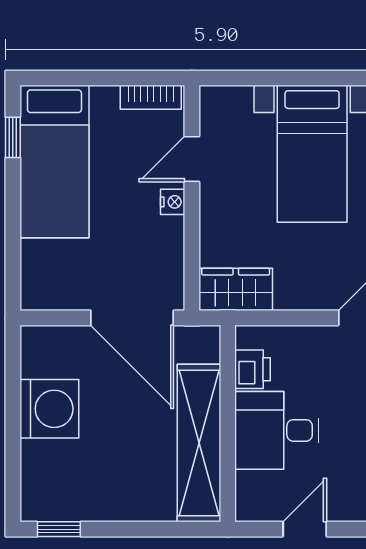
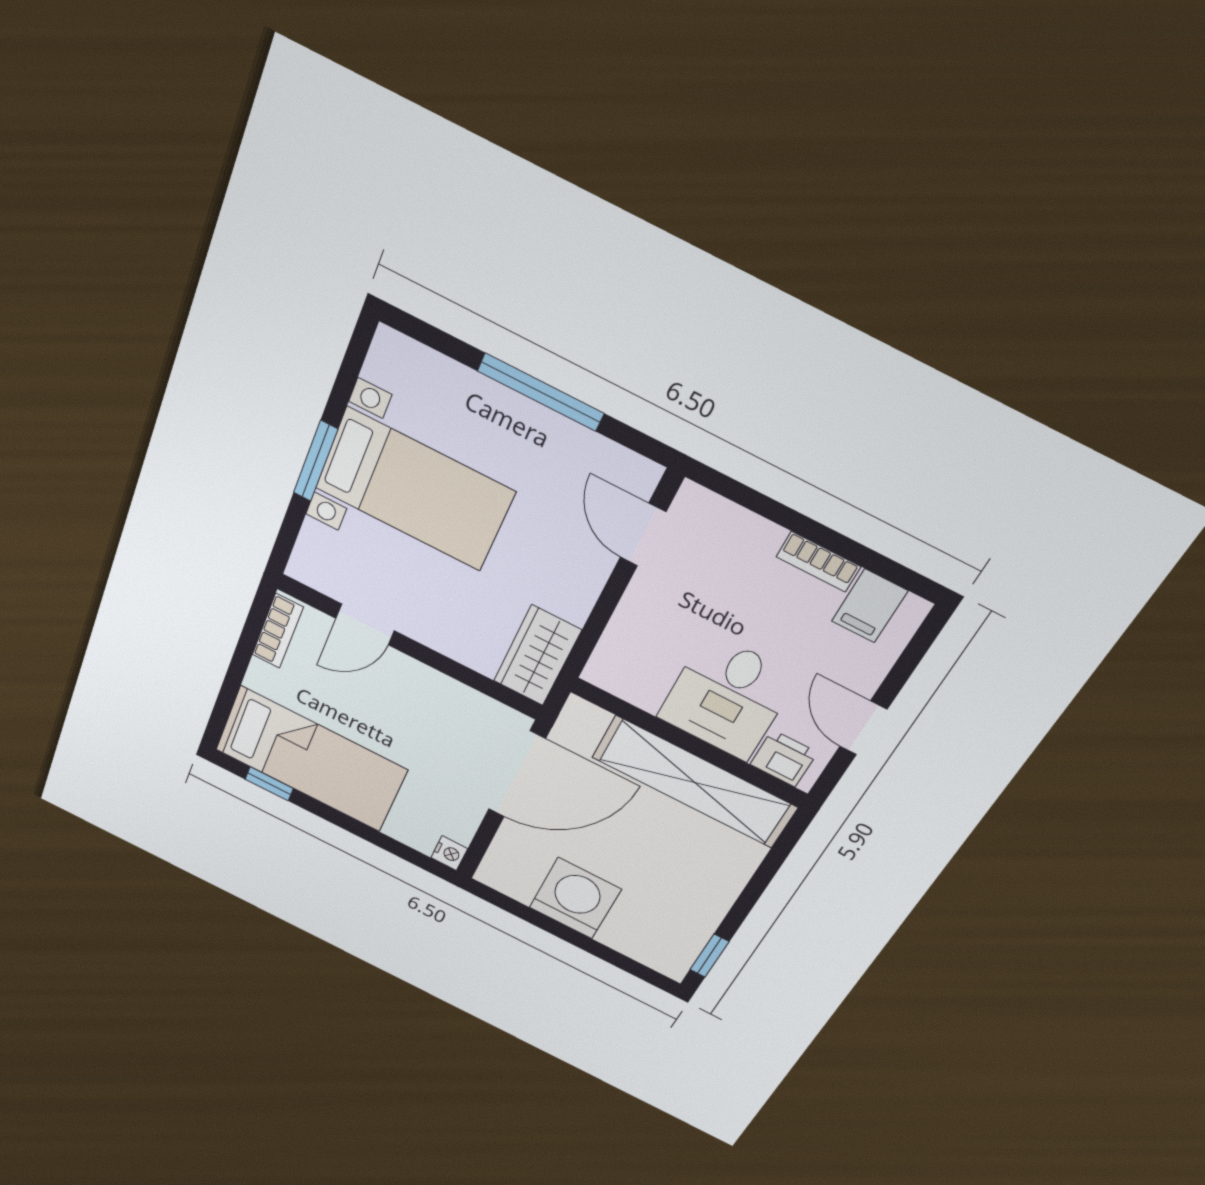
window: (297, 78) -> (316, 461), added
door: (192, 159) -> (365, 624), hinge flipped
nightstand: (173, 202) -> (449, 853), moved, turned 90
printer: (252, 369) -> (784, 758), moved

